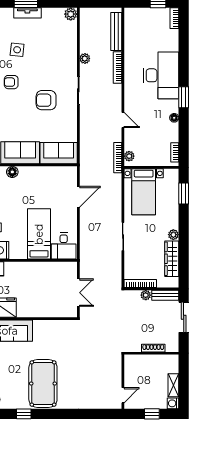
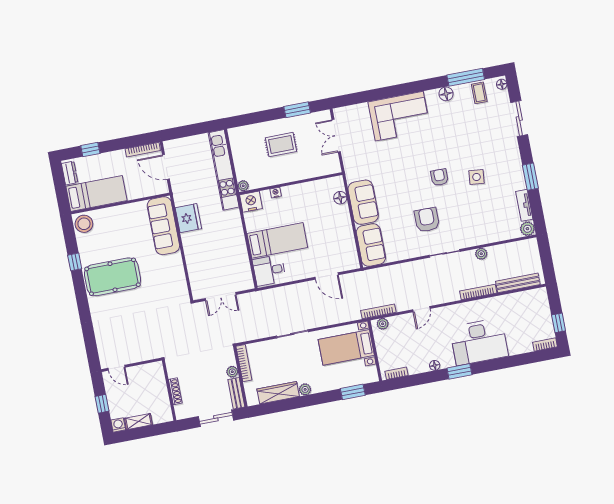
tv unit: (27, 13) -> (524, 205), moved

